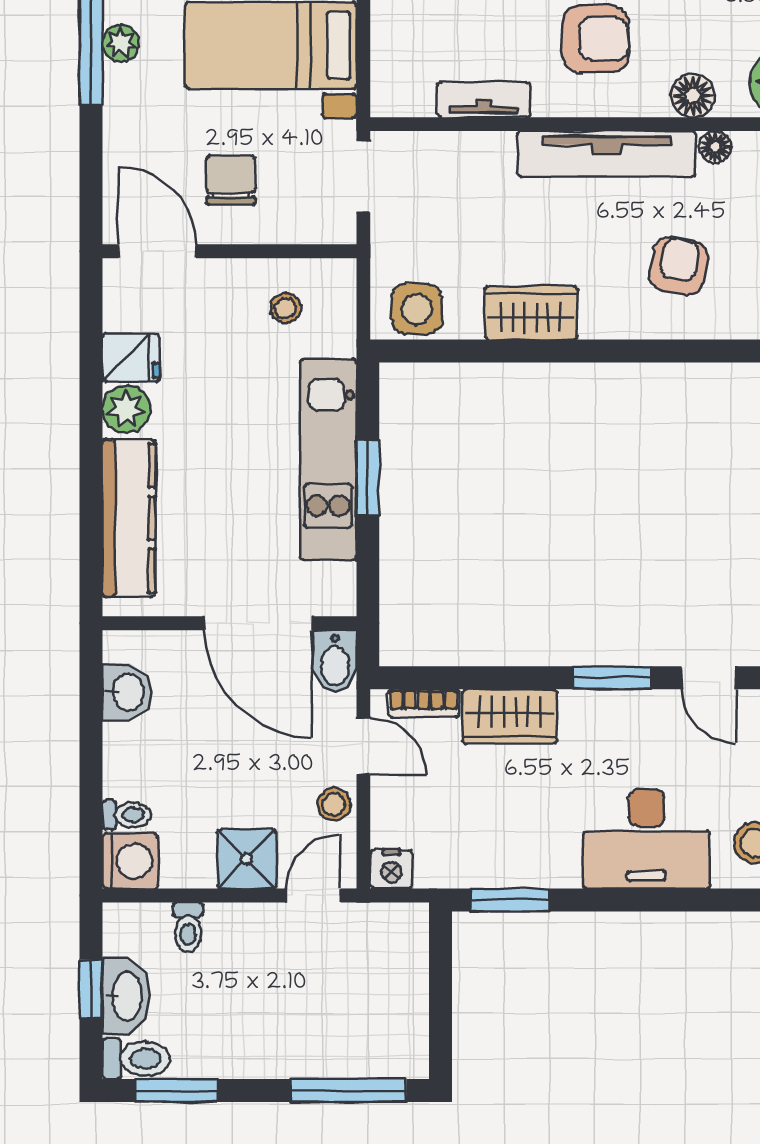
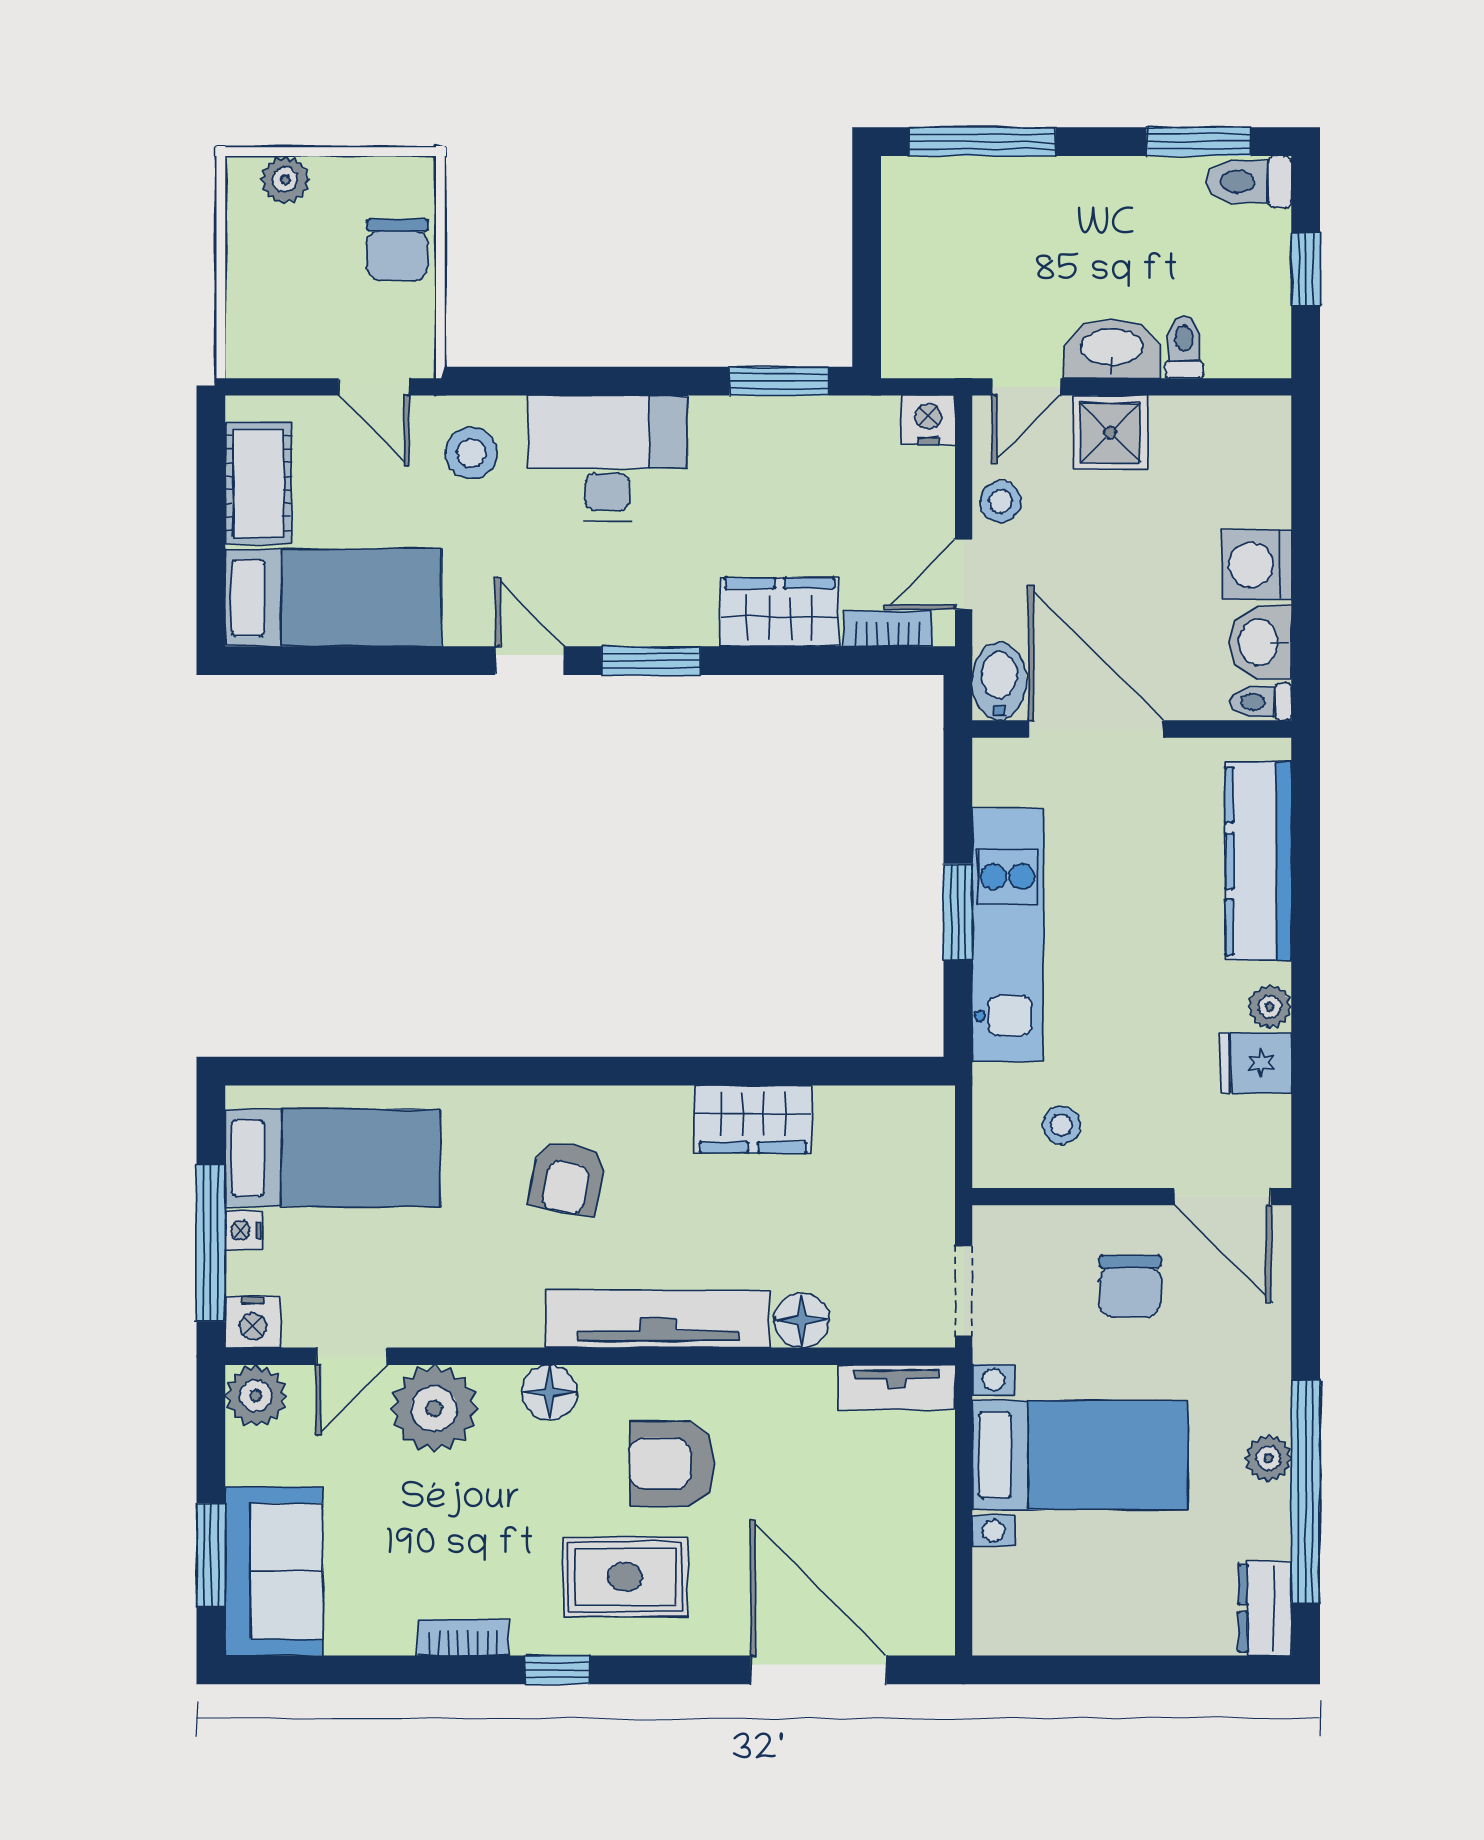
tv unit: (484, 100) -> (897, 1387), moved
floor lamp: (715, 147) -> (802, 1320), moved, width x1.37, depth x1.37
side table: (417, 309) -> (896, 1124), removed
plant: (126, 409) -> (1270, 1006), width x0.73, depth x0.73
door: (363, 746) -> (964, 574), hinge flipped
toilet: (127, 815) -> (1261, 702), moved
washing machine: (130, 861) -> (1257, 565), moved
washbasin: (126, 996) -> (1112, 349), moved, turned 90

